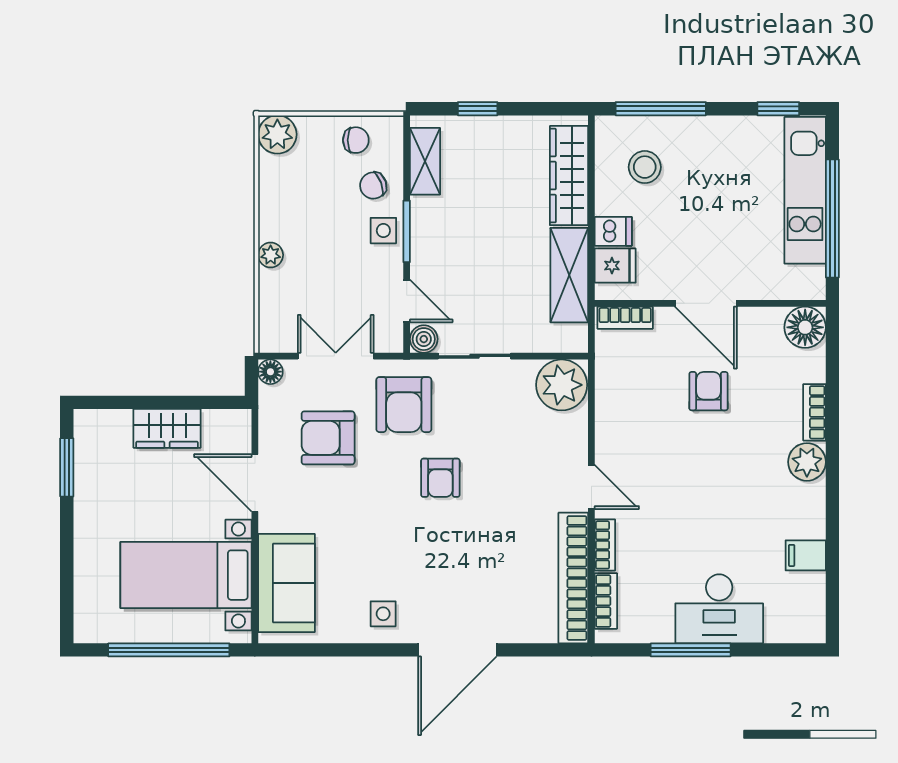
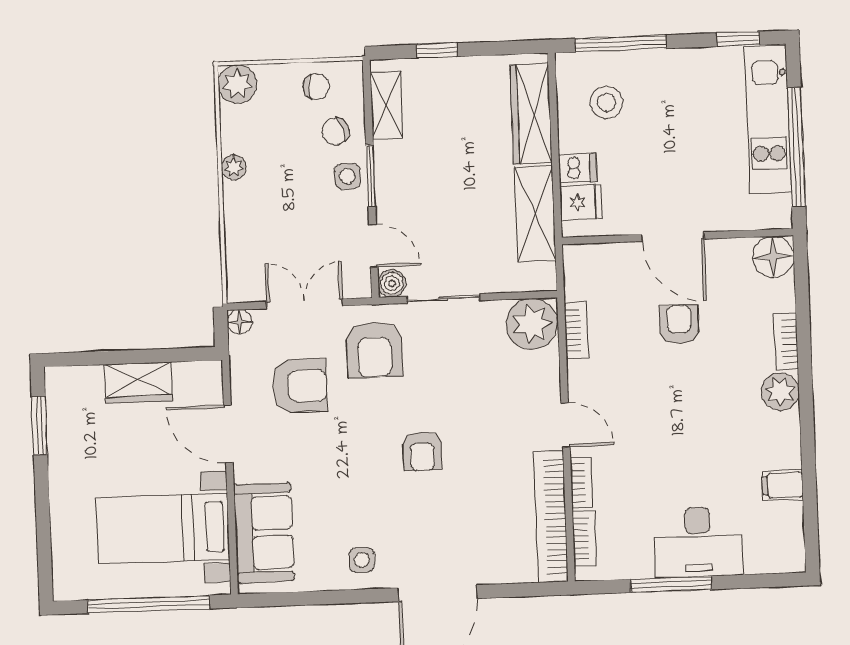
plant: (271, 255) -> (234, 167), moved
bookcase: (625, 318) -> (576, 330), moved, turned -90
armchair: (328, 438) -> (300, 386), turned 180
armchair: (440, 478) -> (422, 451), moved

